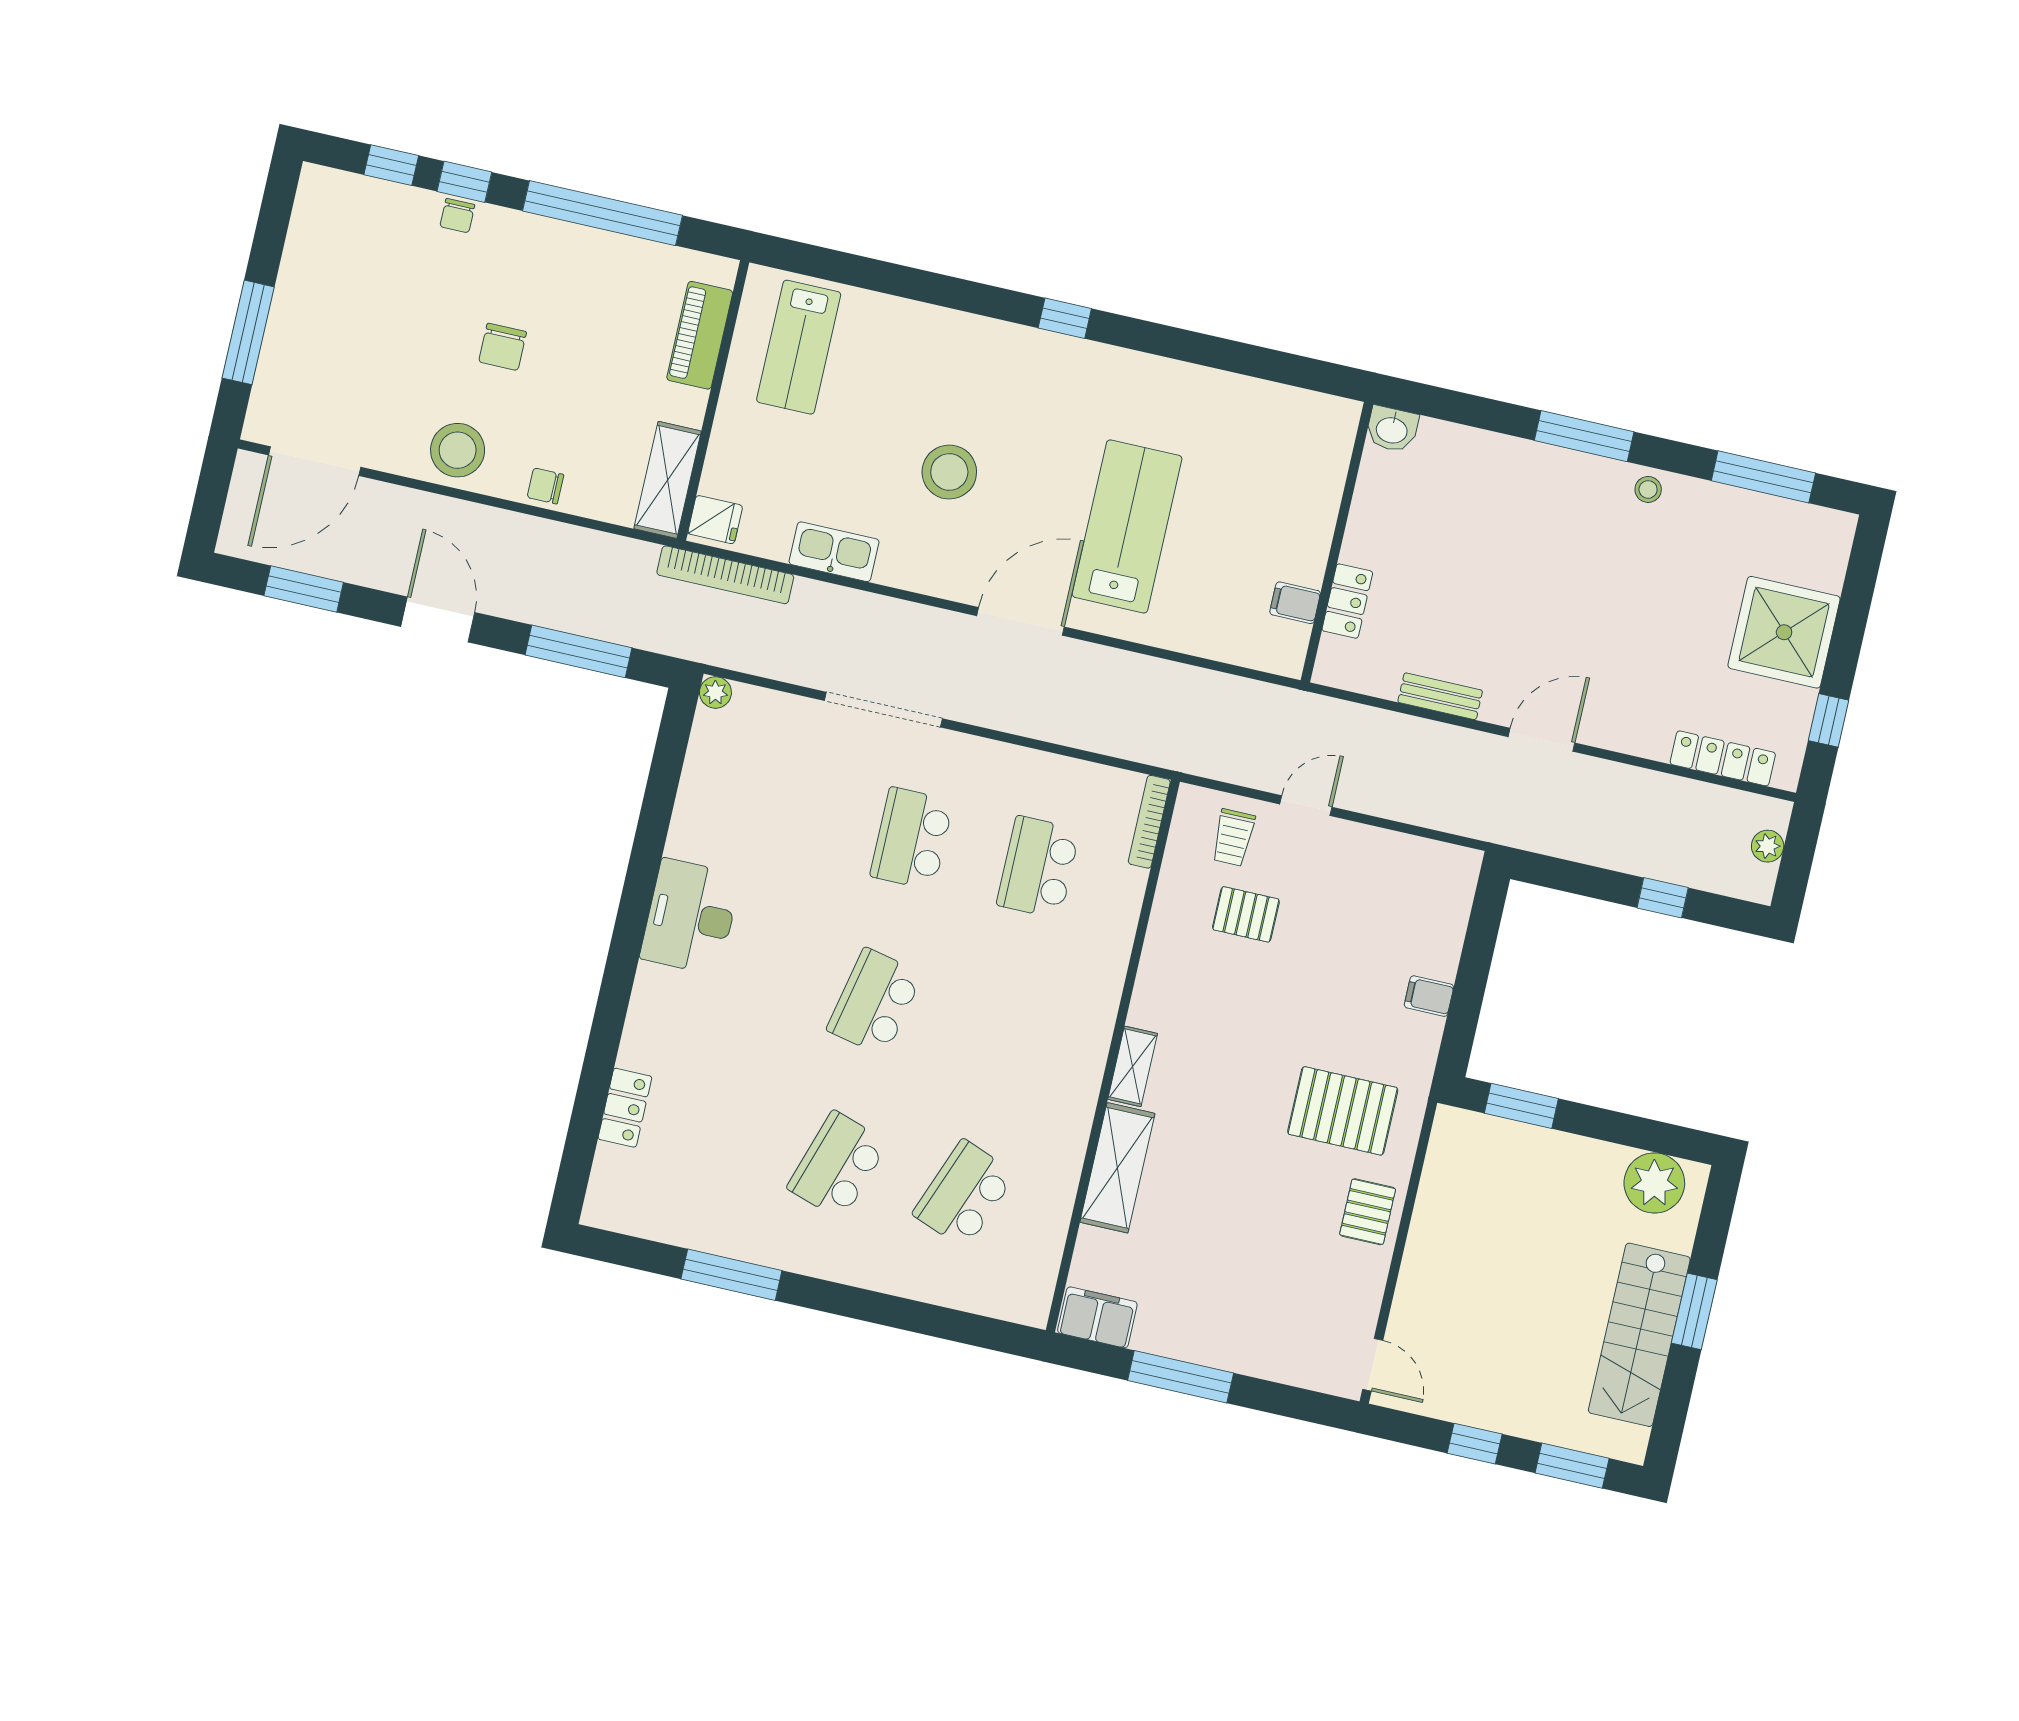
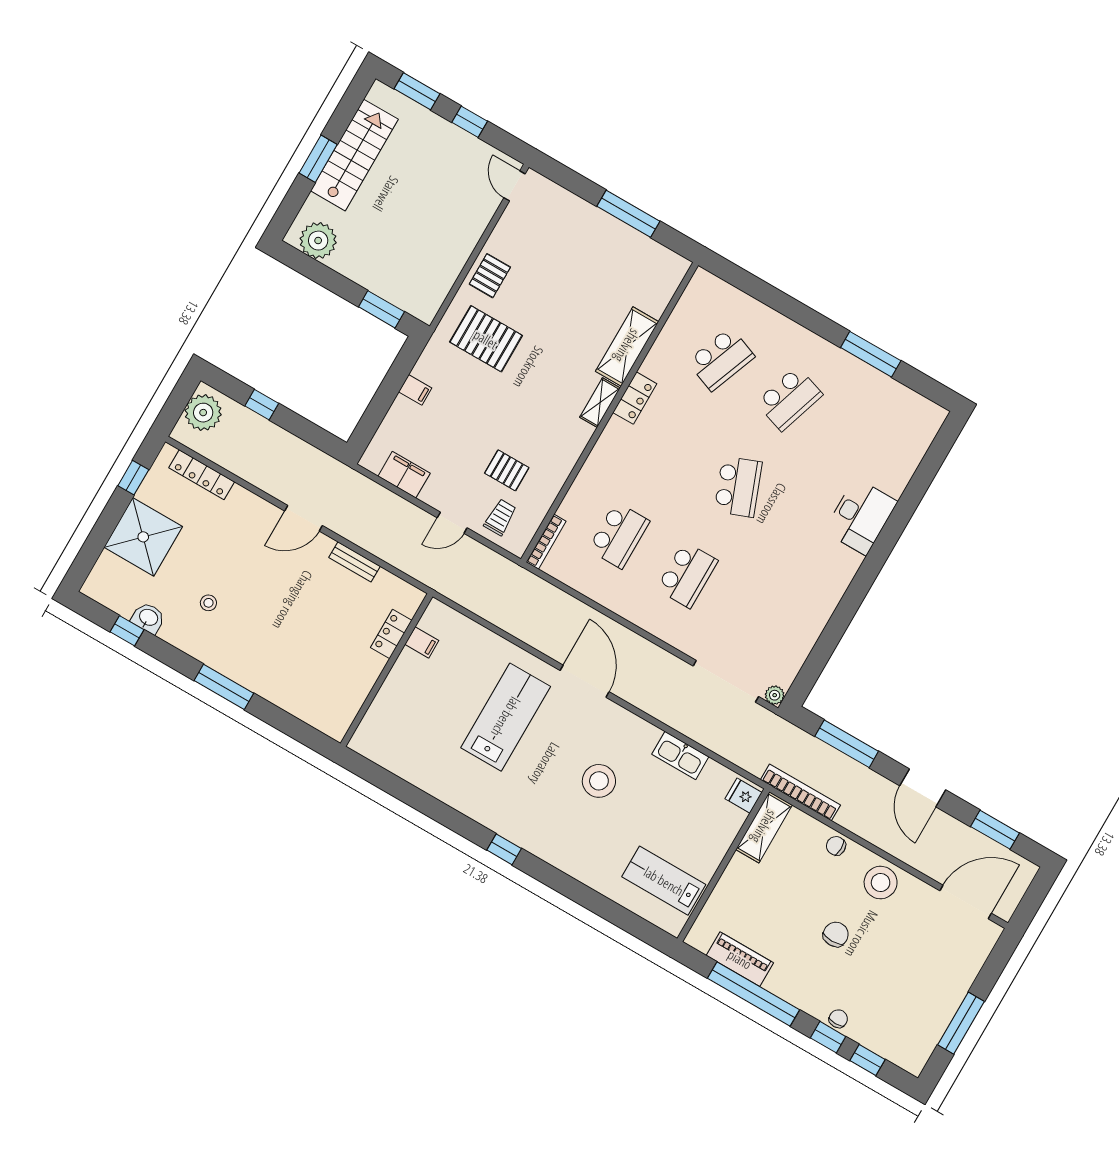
window: (248, 332) -> (961, 1023), moved
piano: (700, 335) -> (740, 959), moved, turned -90
lab bench: (799, 347) -> (664, 881), turned -90
washbasin: (1392, 429) -> (148, 618), moved
window: (1763, 477) -> (127, 631), width x0.46
chair: (545, 486) -> (836, 846), turned 180
stool: (1648, 489) -> (208, 603), moved
lab bench: (1127, 526) -> (506, 717), turned 180
bookcase: (725, 575) -> (800, 792), moved
door: (1021, 621) -> (585, 681), swing flipped
doorway: (883, 710) -> (726, 681), moved
plant: (1768, 846) -> (203, 413), width x1.88, depth x1.88
desk: (690, 917) -> (861, 516), moved
school desk: (875, 1002) -> (738, 487), turned -33
locker: (625, 1108) -> (635, 398), moved, turned 180
filing cabinet: (1097, 1317) -> (404, 475), moved, turned 180

